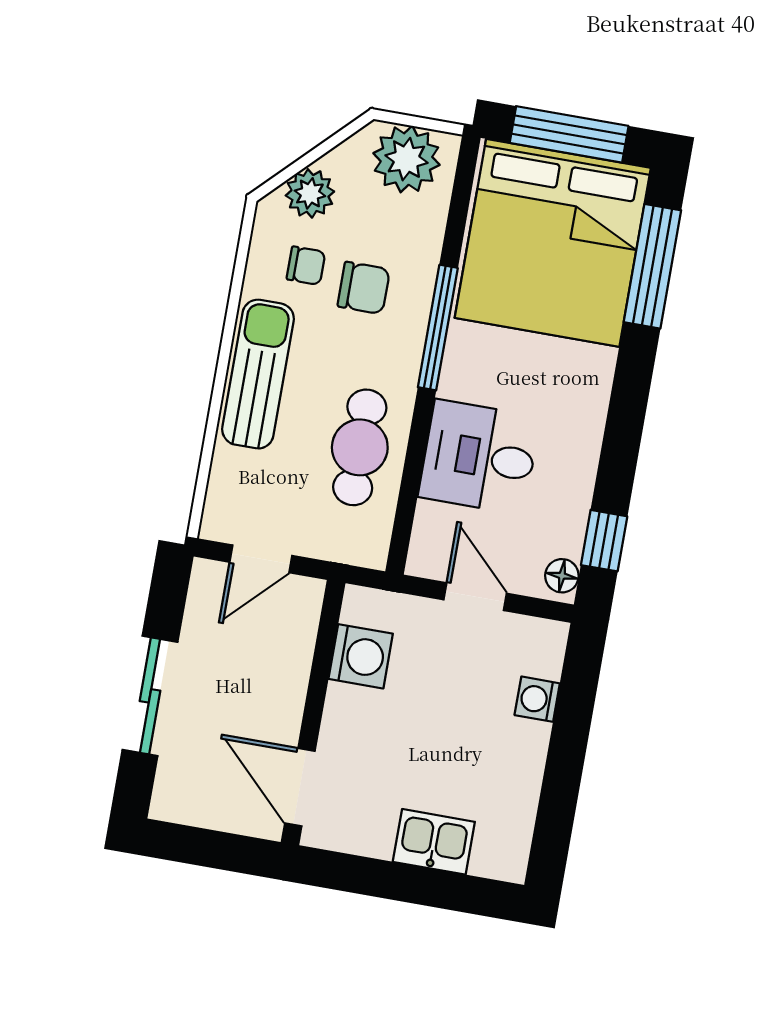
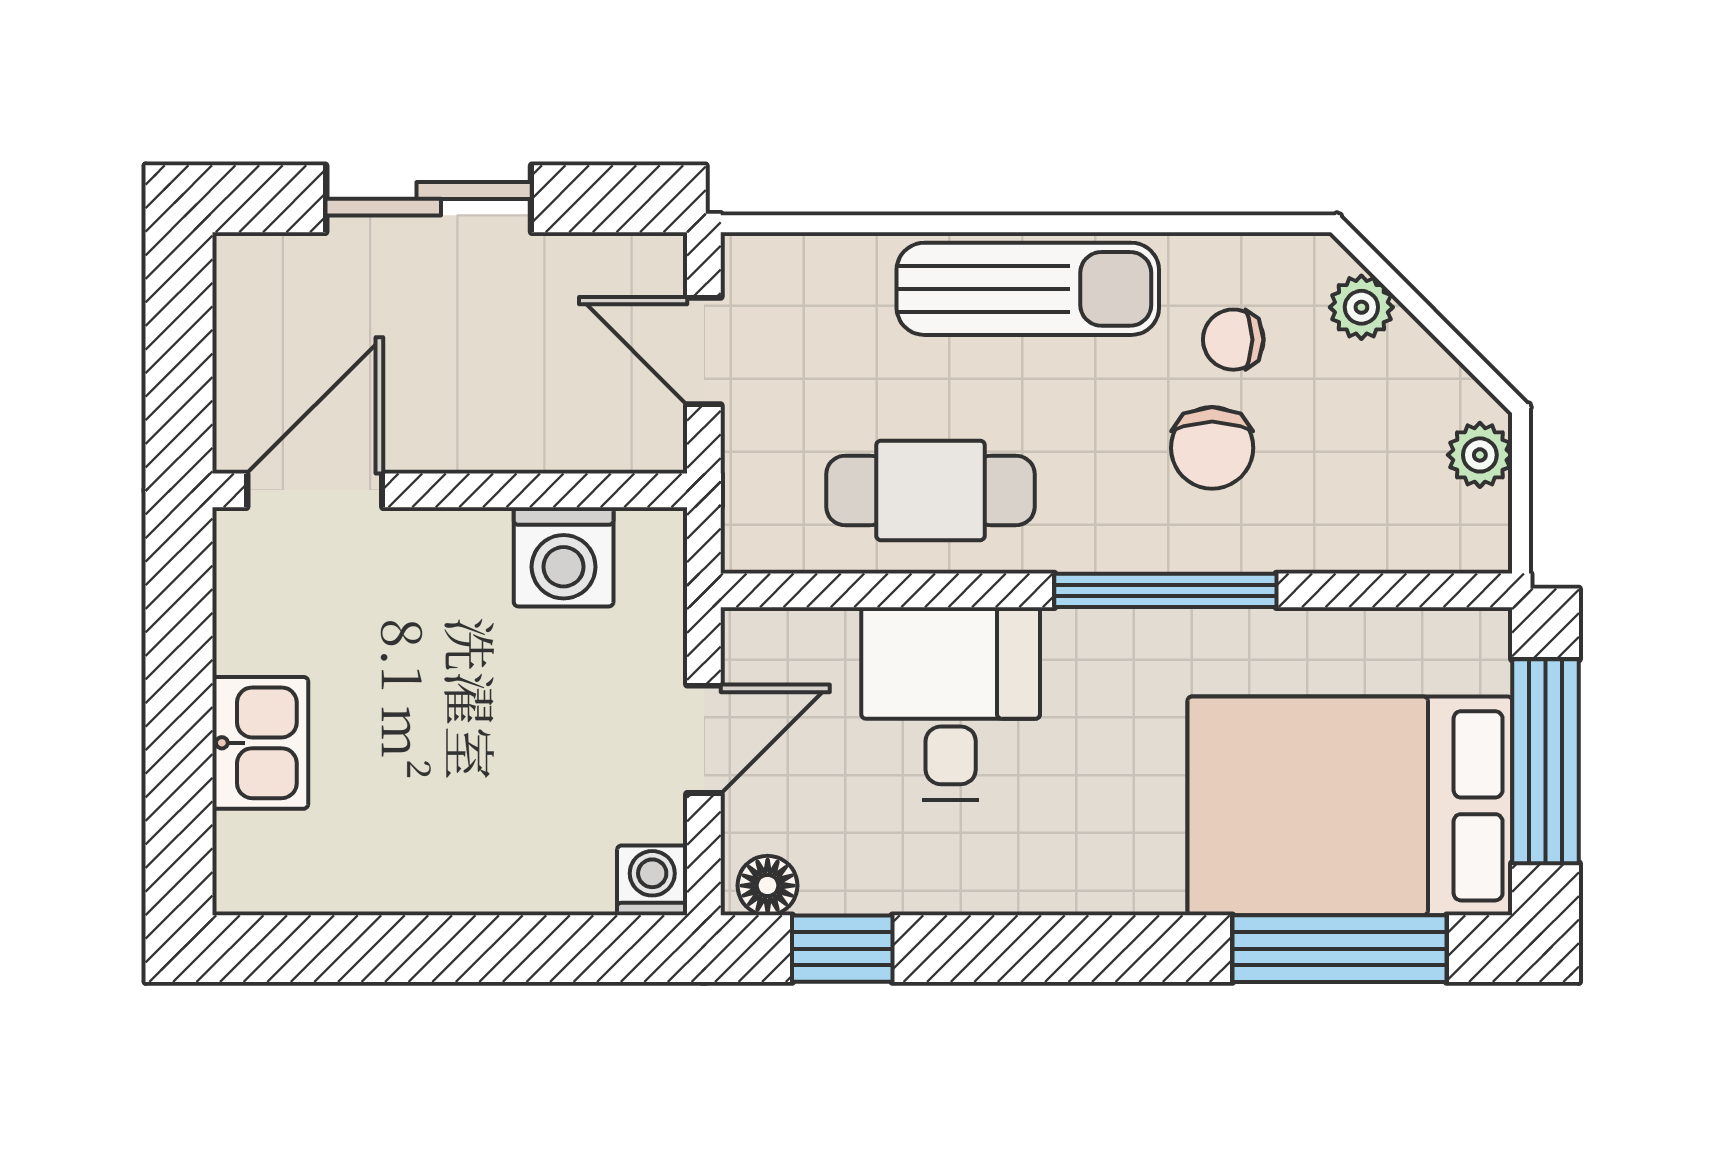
plant: (406, 159) -> (1480, 455), width x0.53, depth x0.53
plant: (310, 193) -> (1361, 307), width x0.73, depth x0.73
bed: (553, 243) -> (1350, 806), width x0.73
chair: (306, 266) -> (1233, 340), turned 90
washing machine: (537, 699) -> (652, 880), moved

